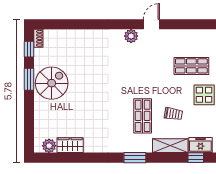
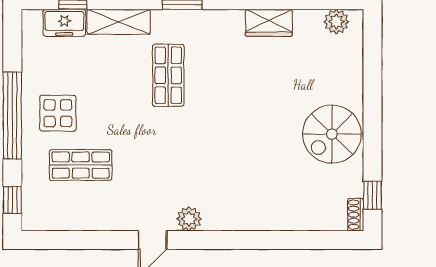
window: (29, 79) -> (372, 141), removed
trolley: (173, 114) -> (113, 79), removed
wardrobe: (70, 145) -> (269, 23), moved

